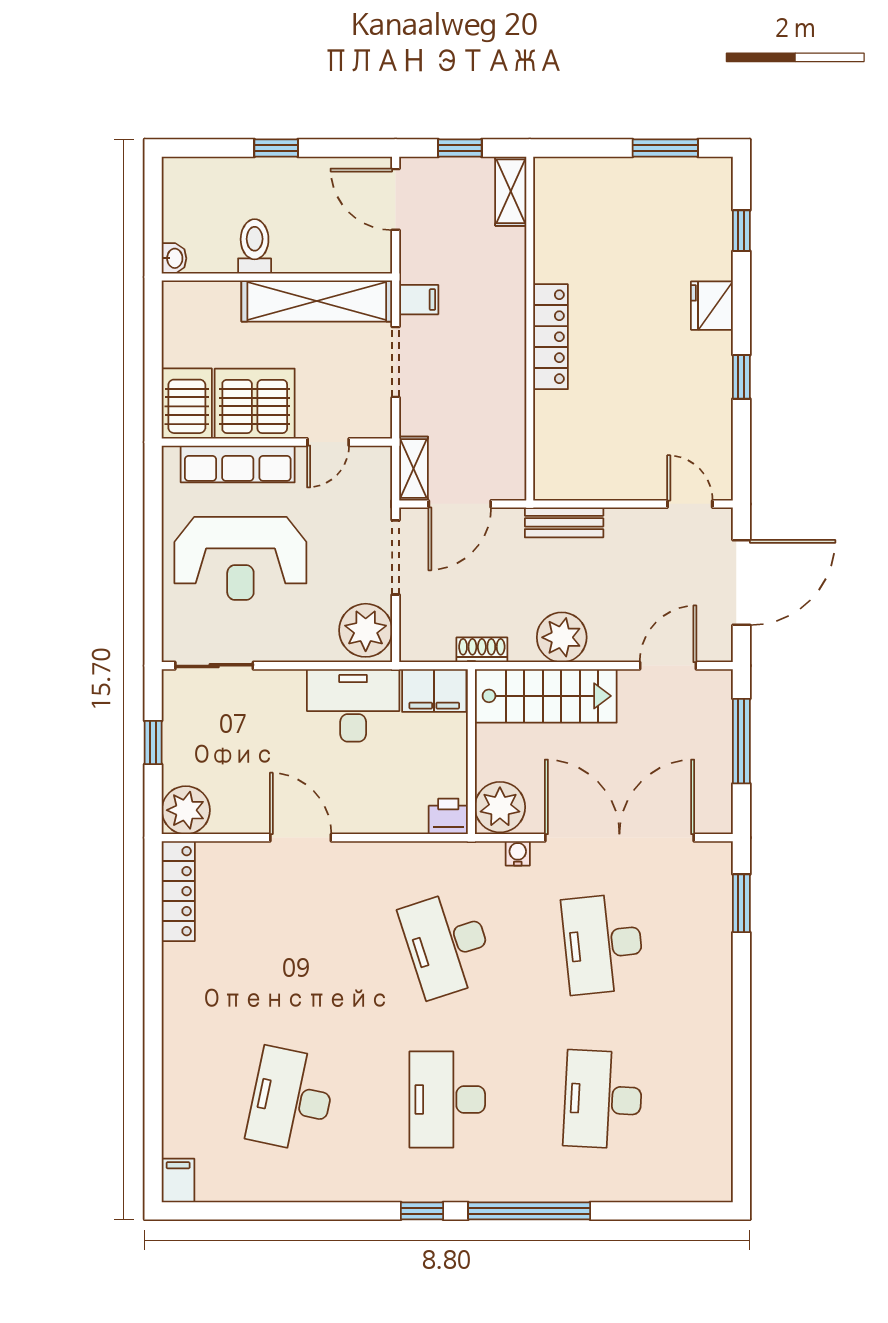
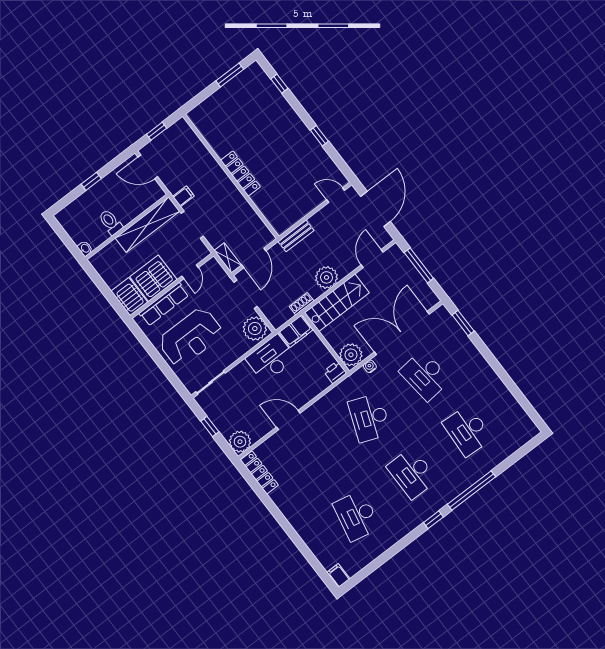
shelving: (511, 191) -> (187, 133), removed
fridge: (712, 306) -> (289, 118), removed
desk: (447, 944) -> (370, 418), turned 39

